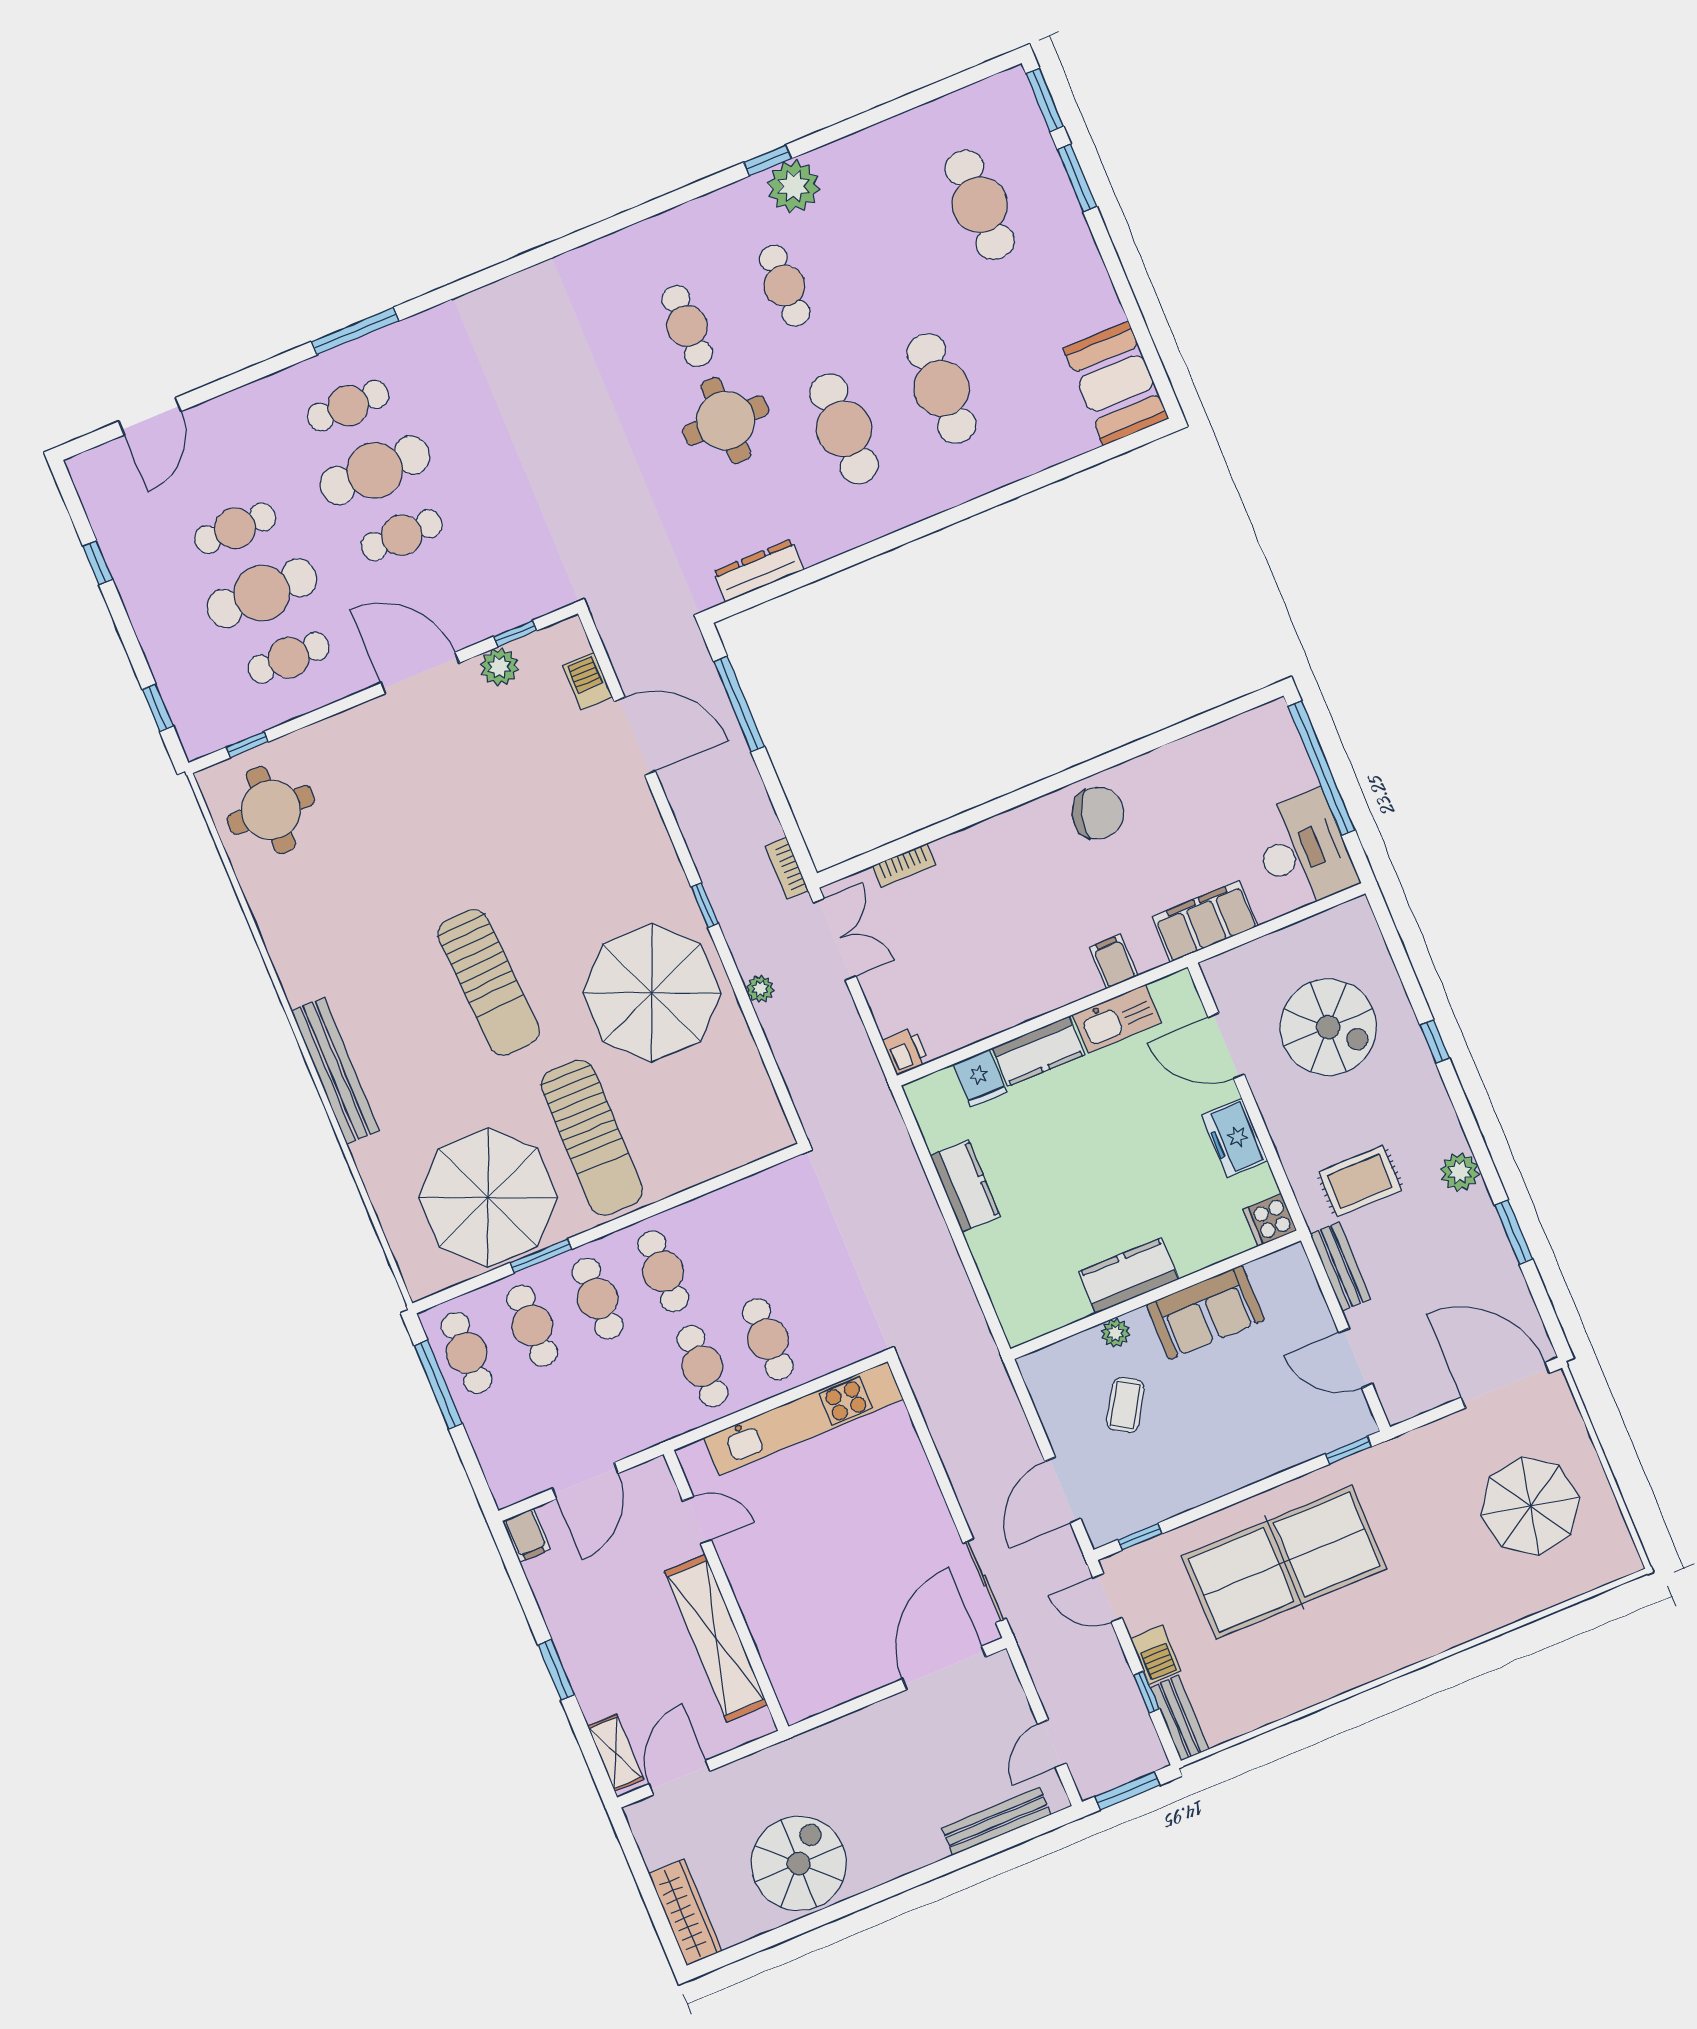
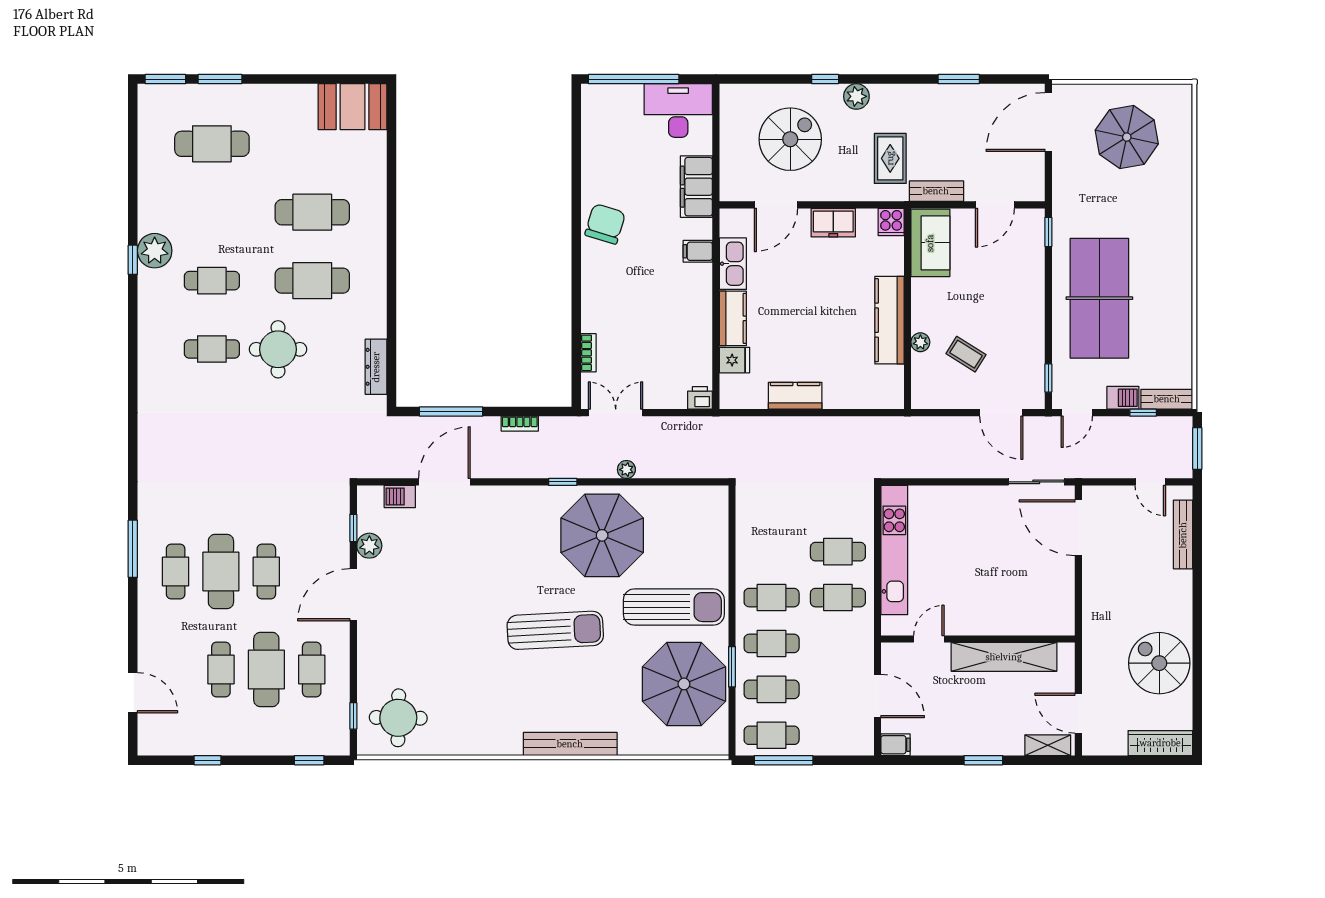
bookcase: (787, 868) -> (520, 424), moved
plant: (1460, 1172) -> (856, 96), moved
kitchen counter: (1129, 1276) -> (889, 320), width x1.50
sofa: (1206, 1312) -> (930, 243), moved

